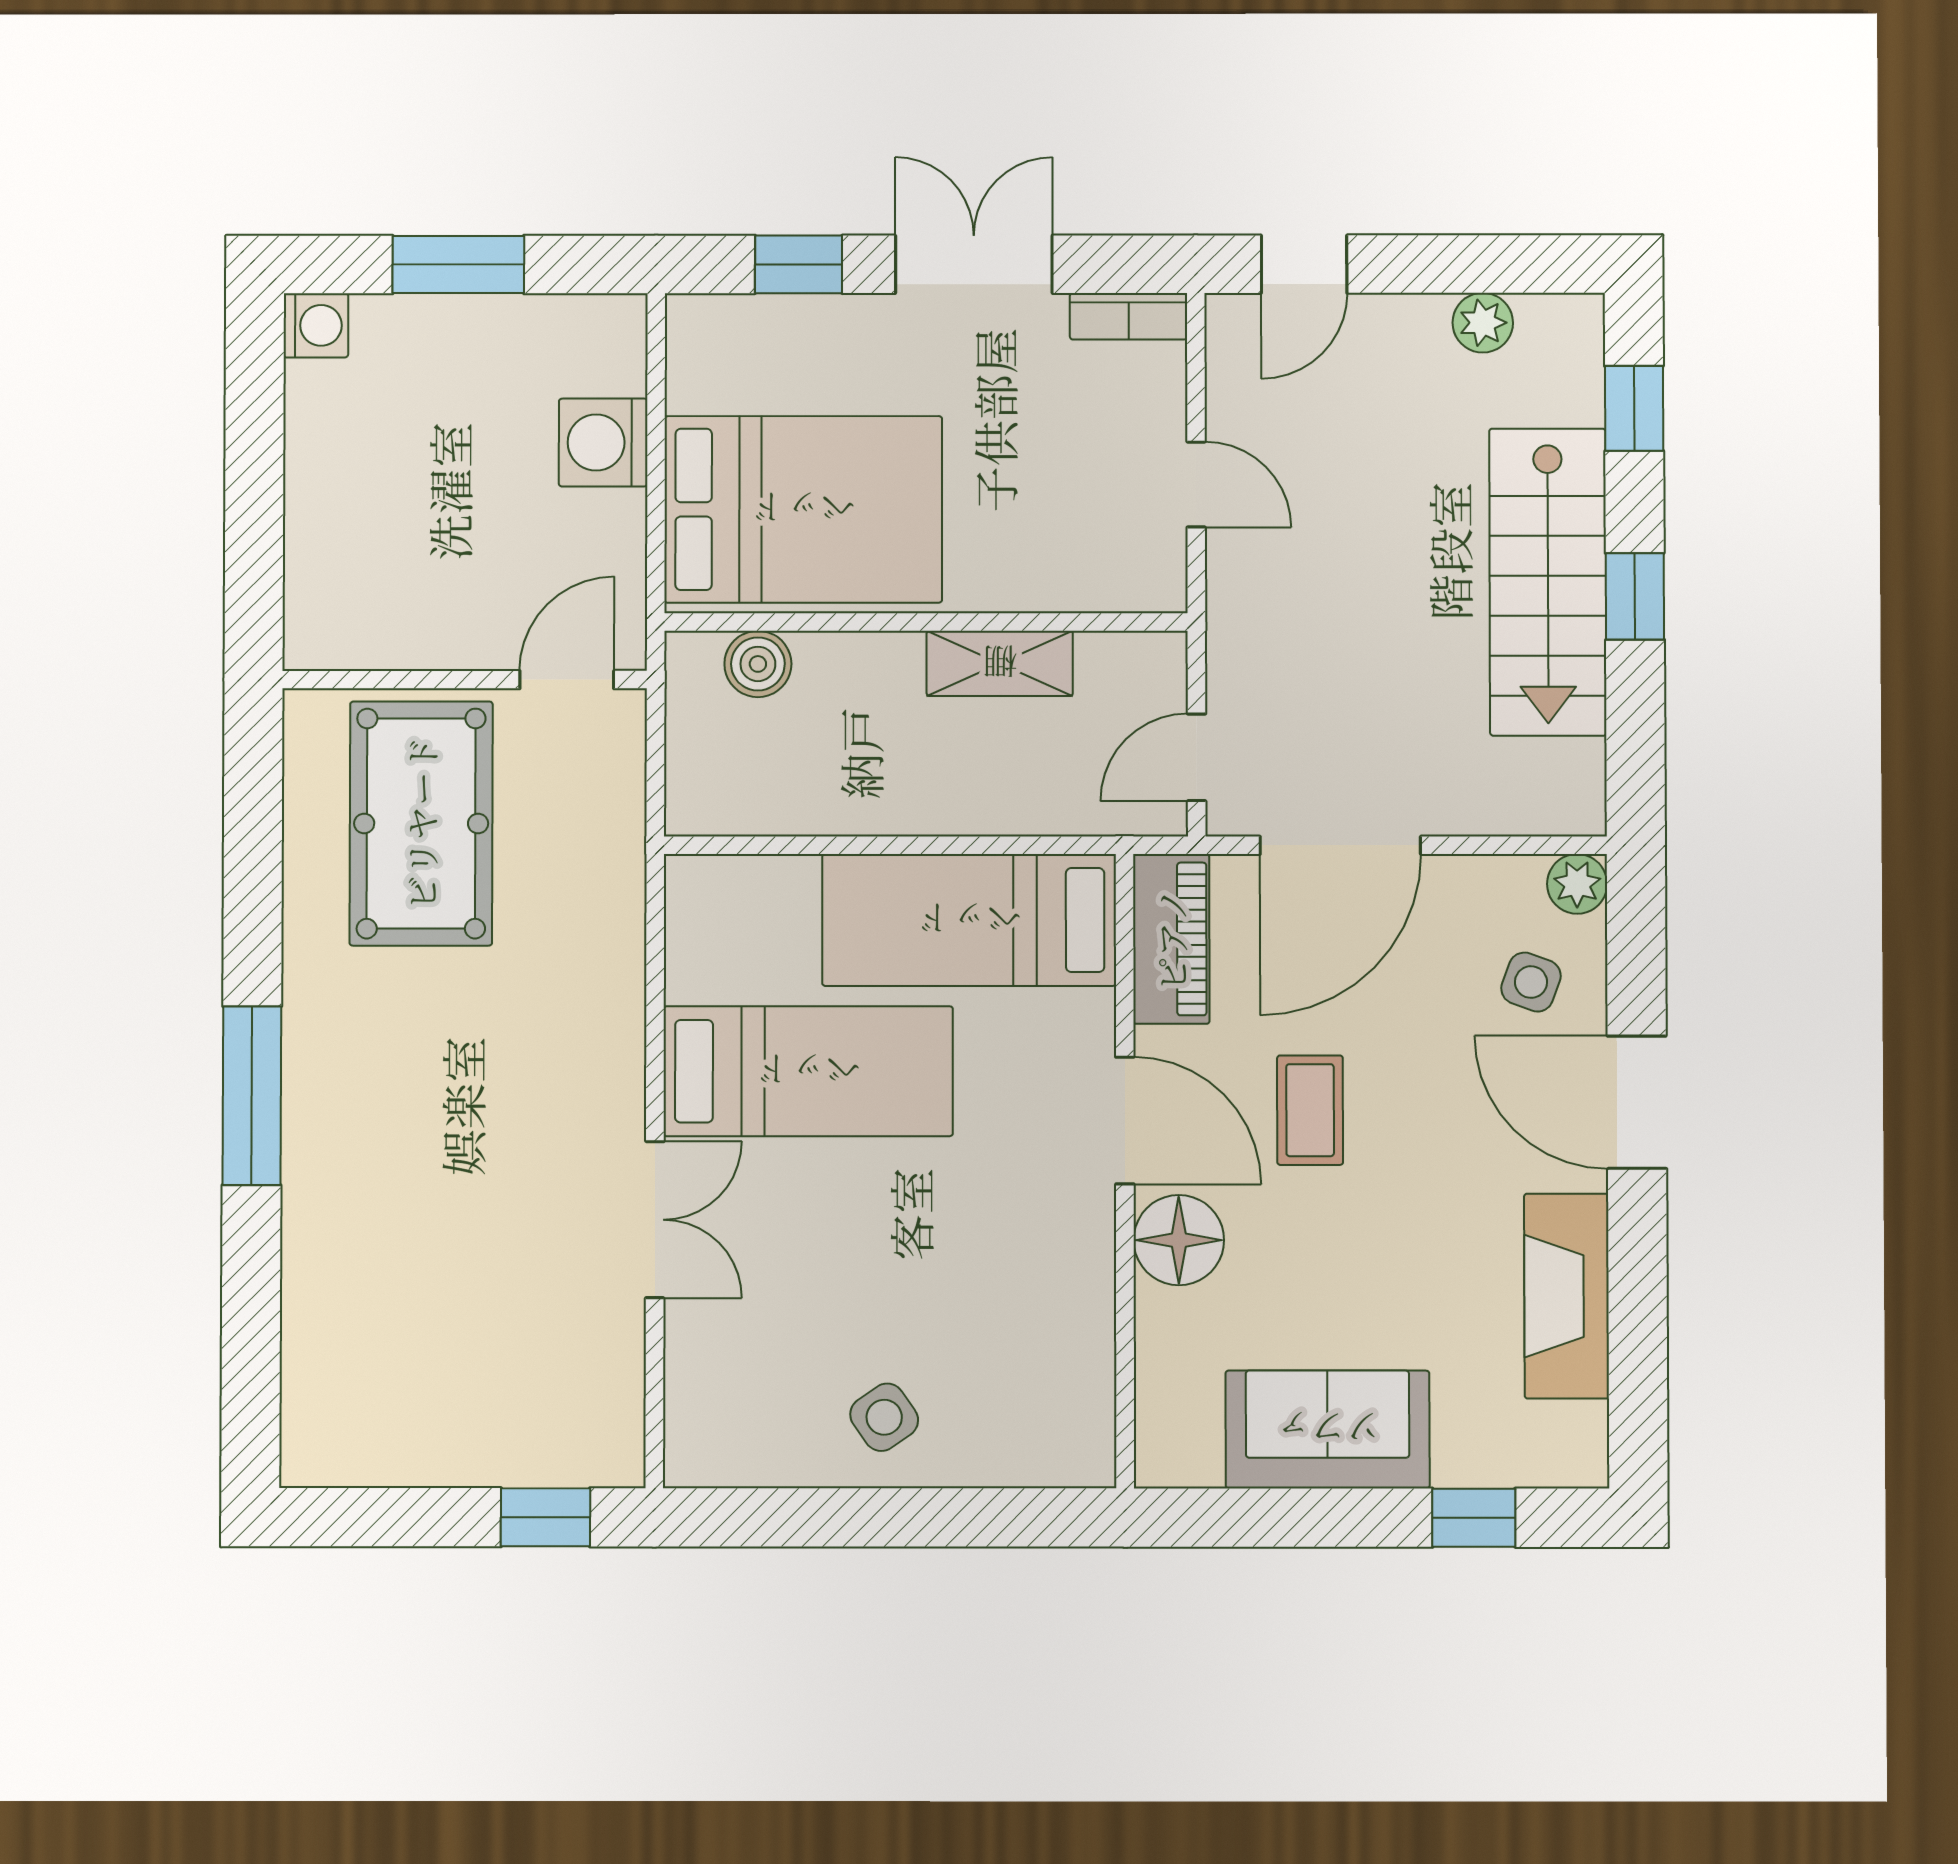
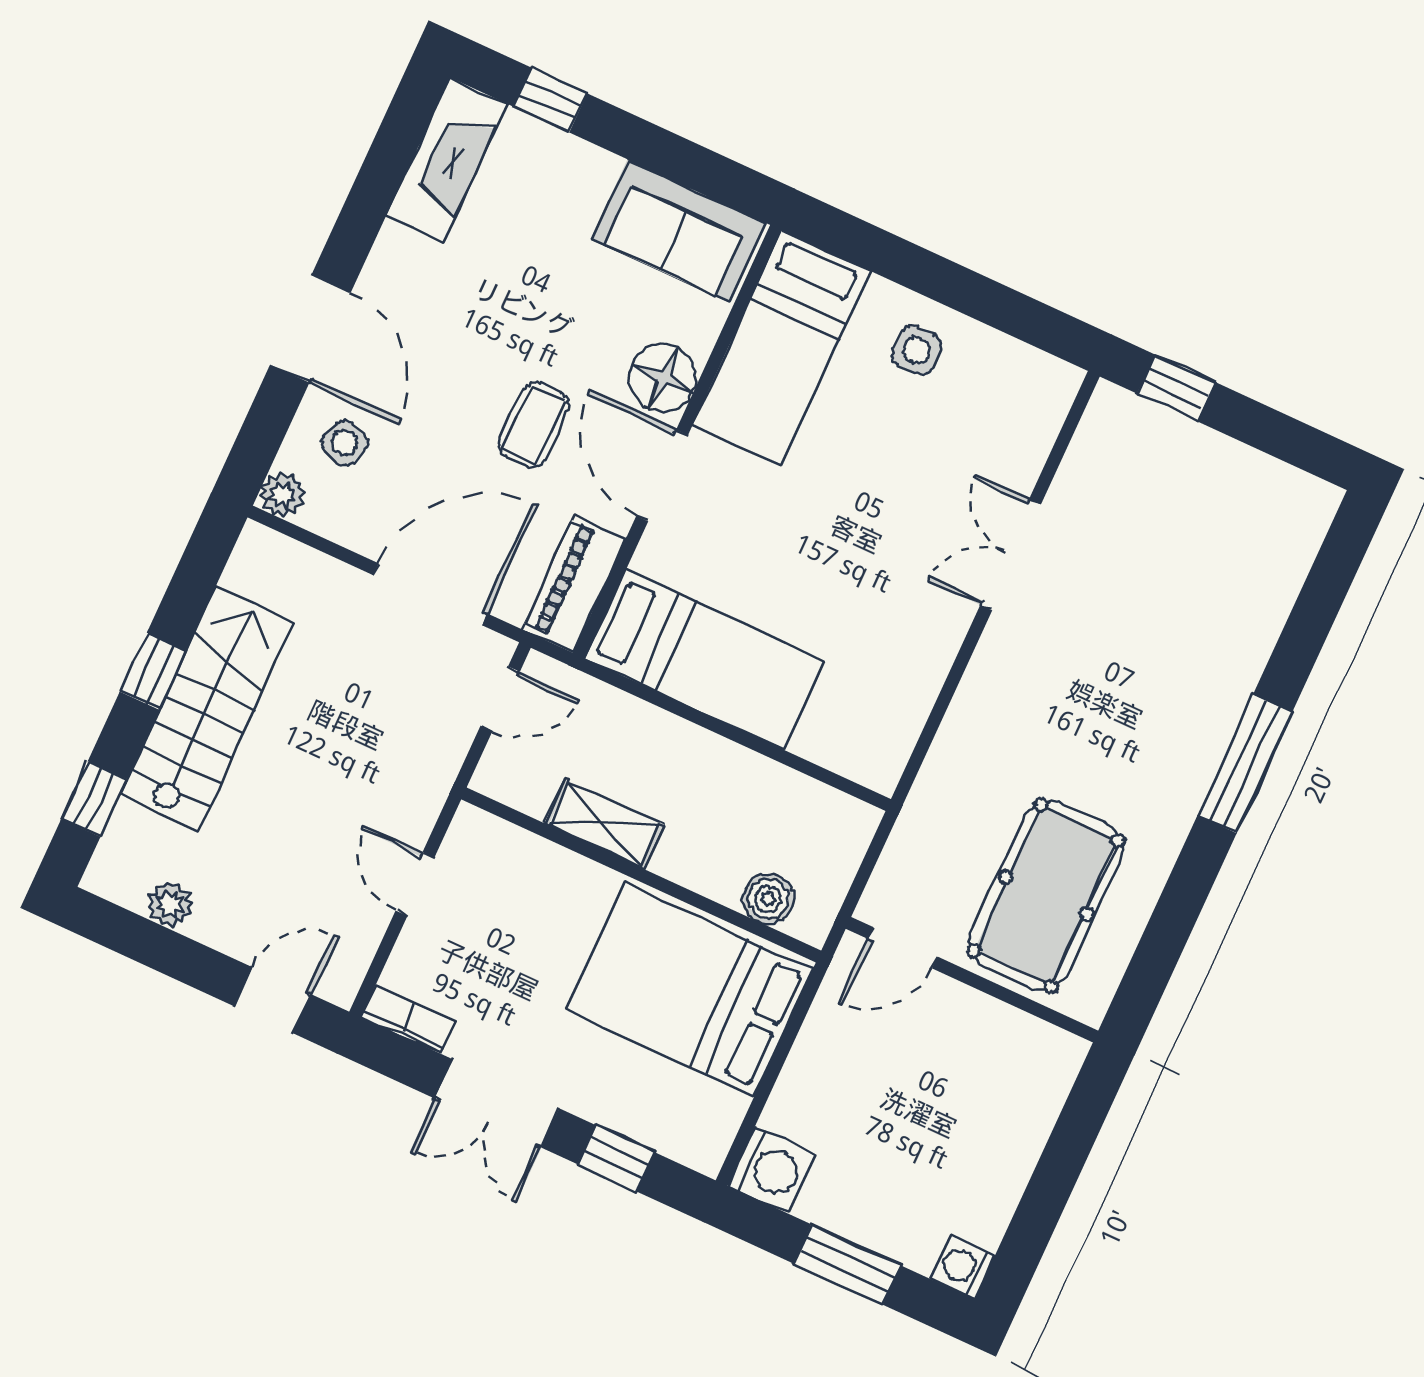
washing machine: (603, 443) -> (771, 1170), moved
bed: (808, 1071) -> (781, 348), moved, turned -90
fireplace: (1567, 1296) -> (446, 160), moved
side table: (884, 1417) -> (917, 350), turned 35
sofa: (1328, 1429) -> (678, 231), moved

